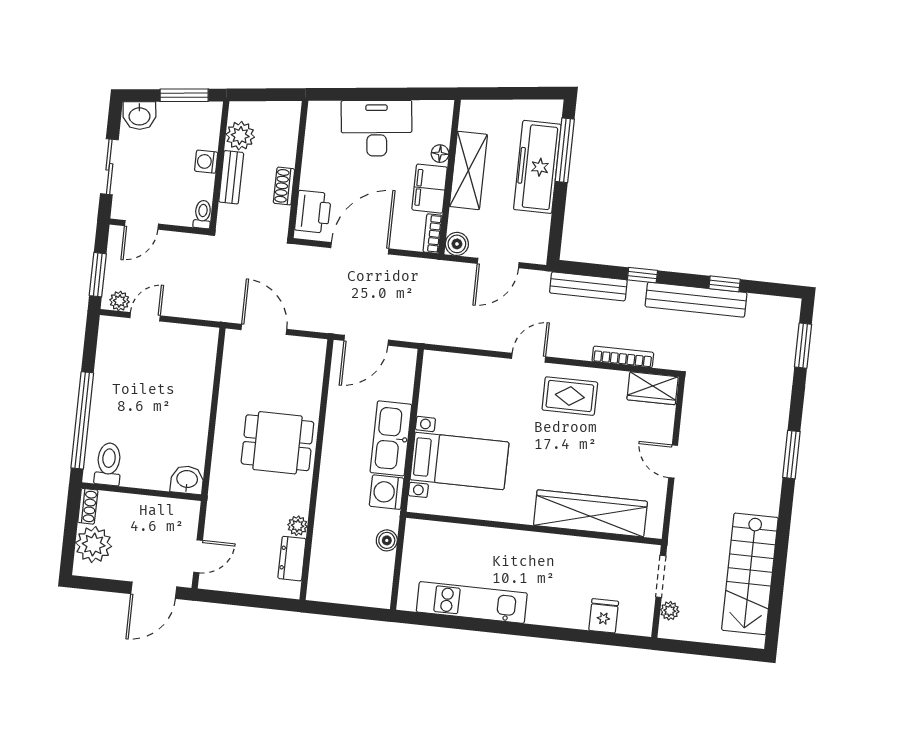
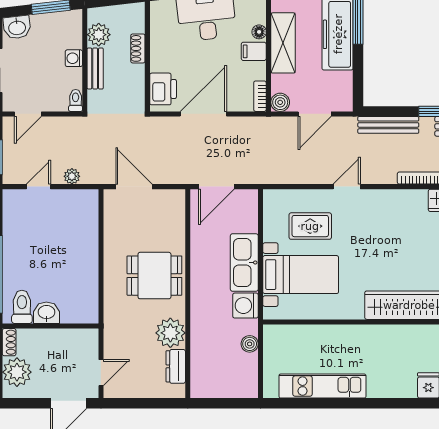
shoe rack: (284, 186) -> (138, 48), moved
filing cabinet: (430, 189) -> (254, 51), width x0.50
plant: (120, 301) -> (72, 176), moved
rug: (570, 396) -> (310, 226), moved
washbasin: (187, 480) -> (46, 313), moved
plant: (297, 526) -> (170, 333), width x1.88, depth x1.88

